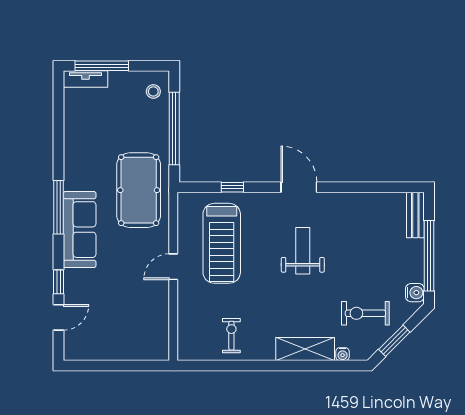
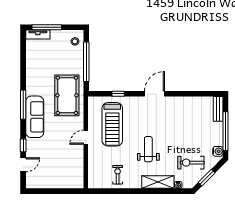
door: (299, 187) -> (154, 94), hinge flipped
weight bench: (303, 251) -> (148, 149), moved

